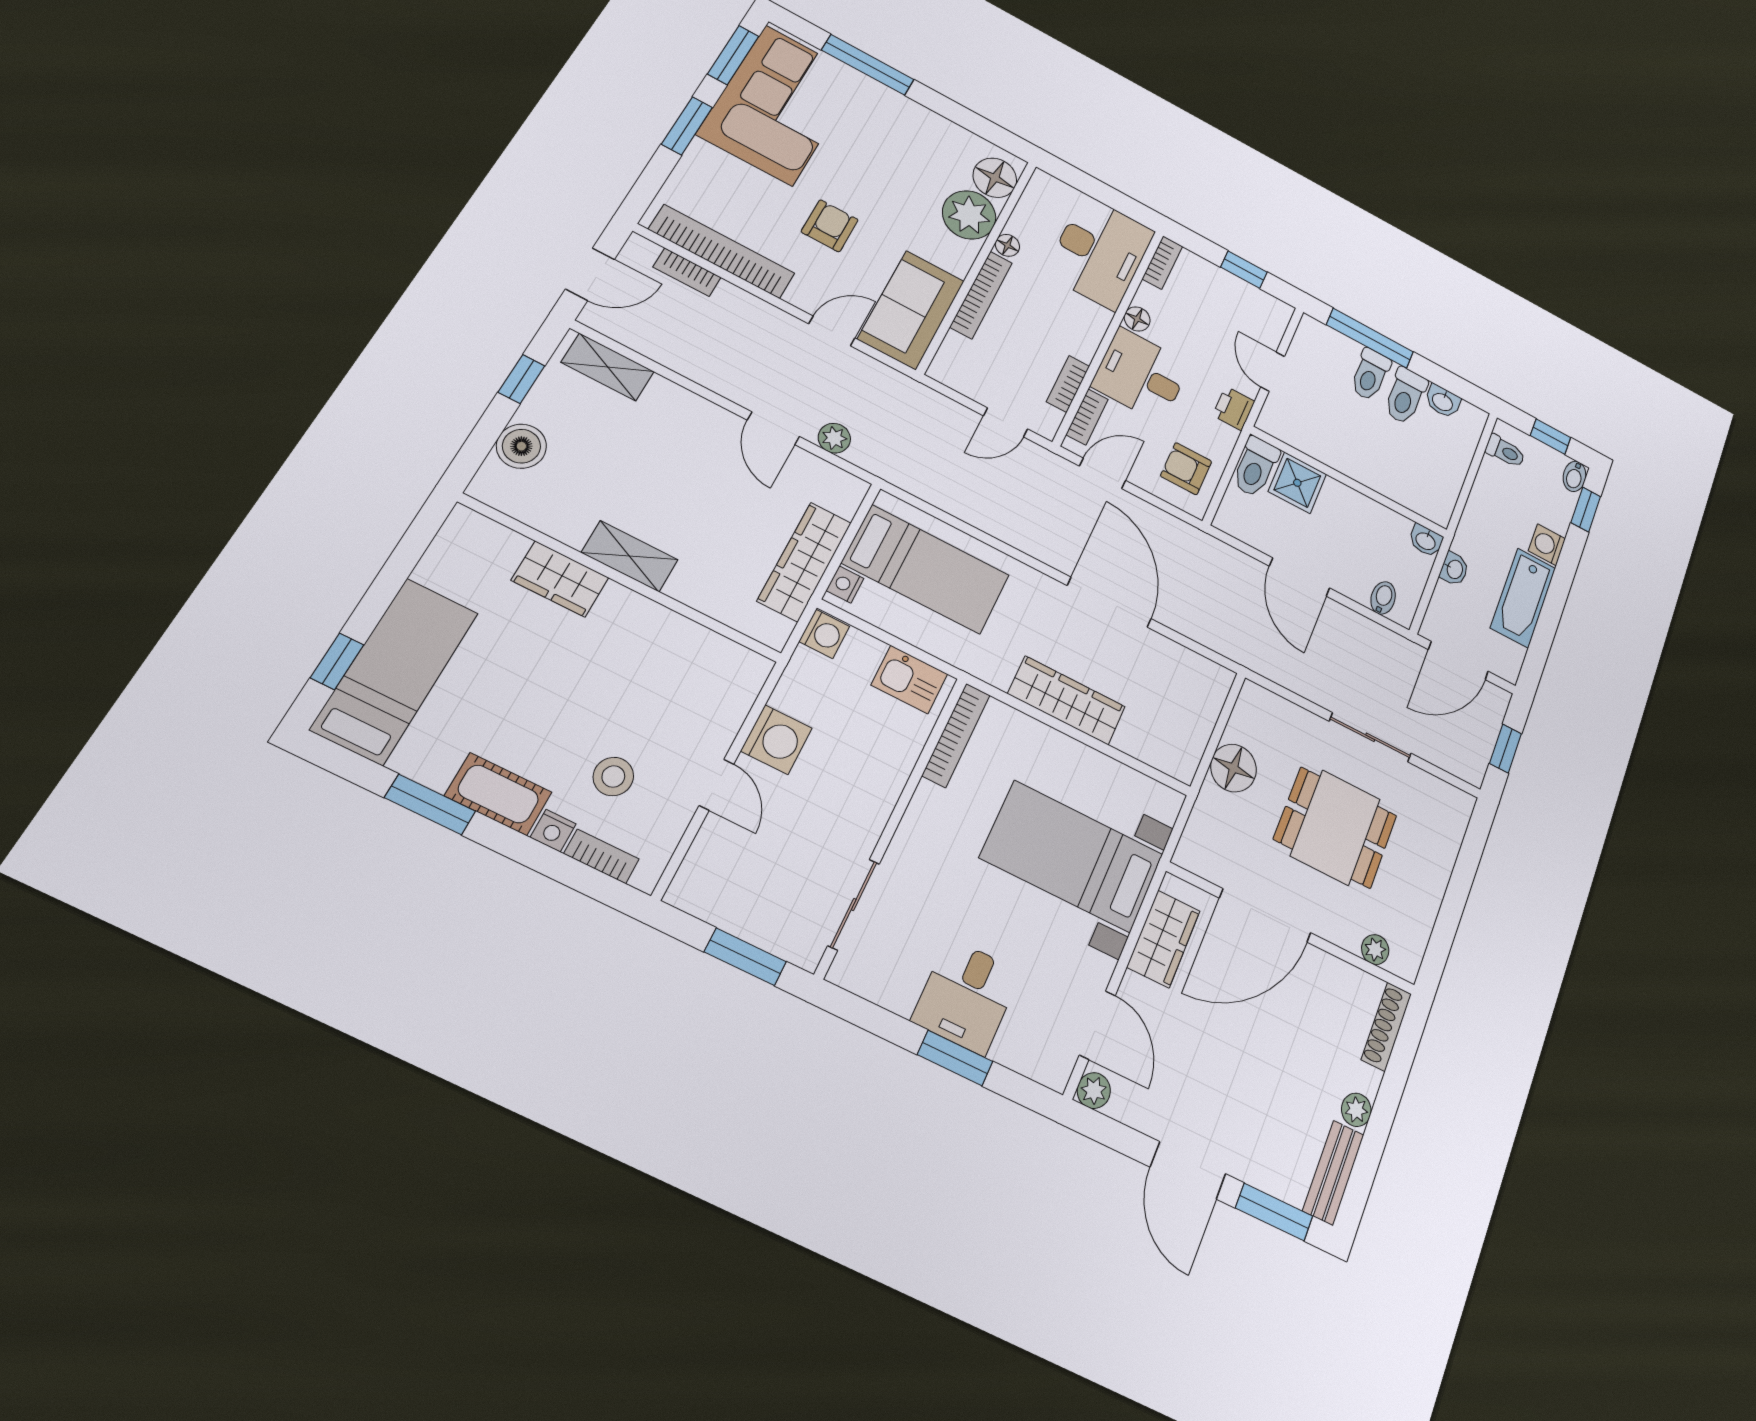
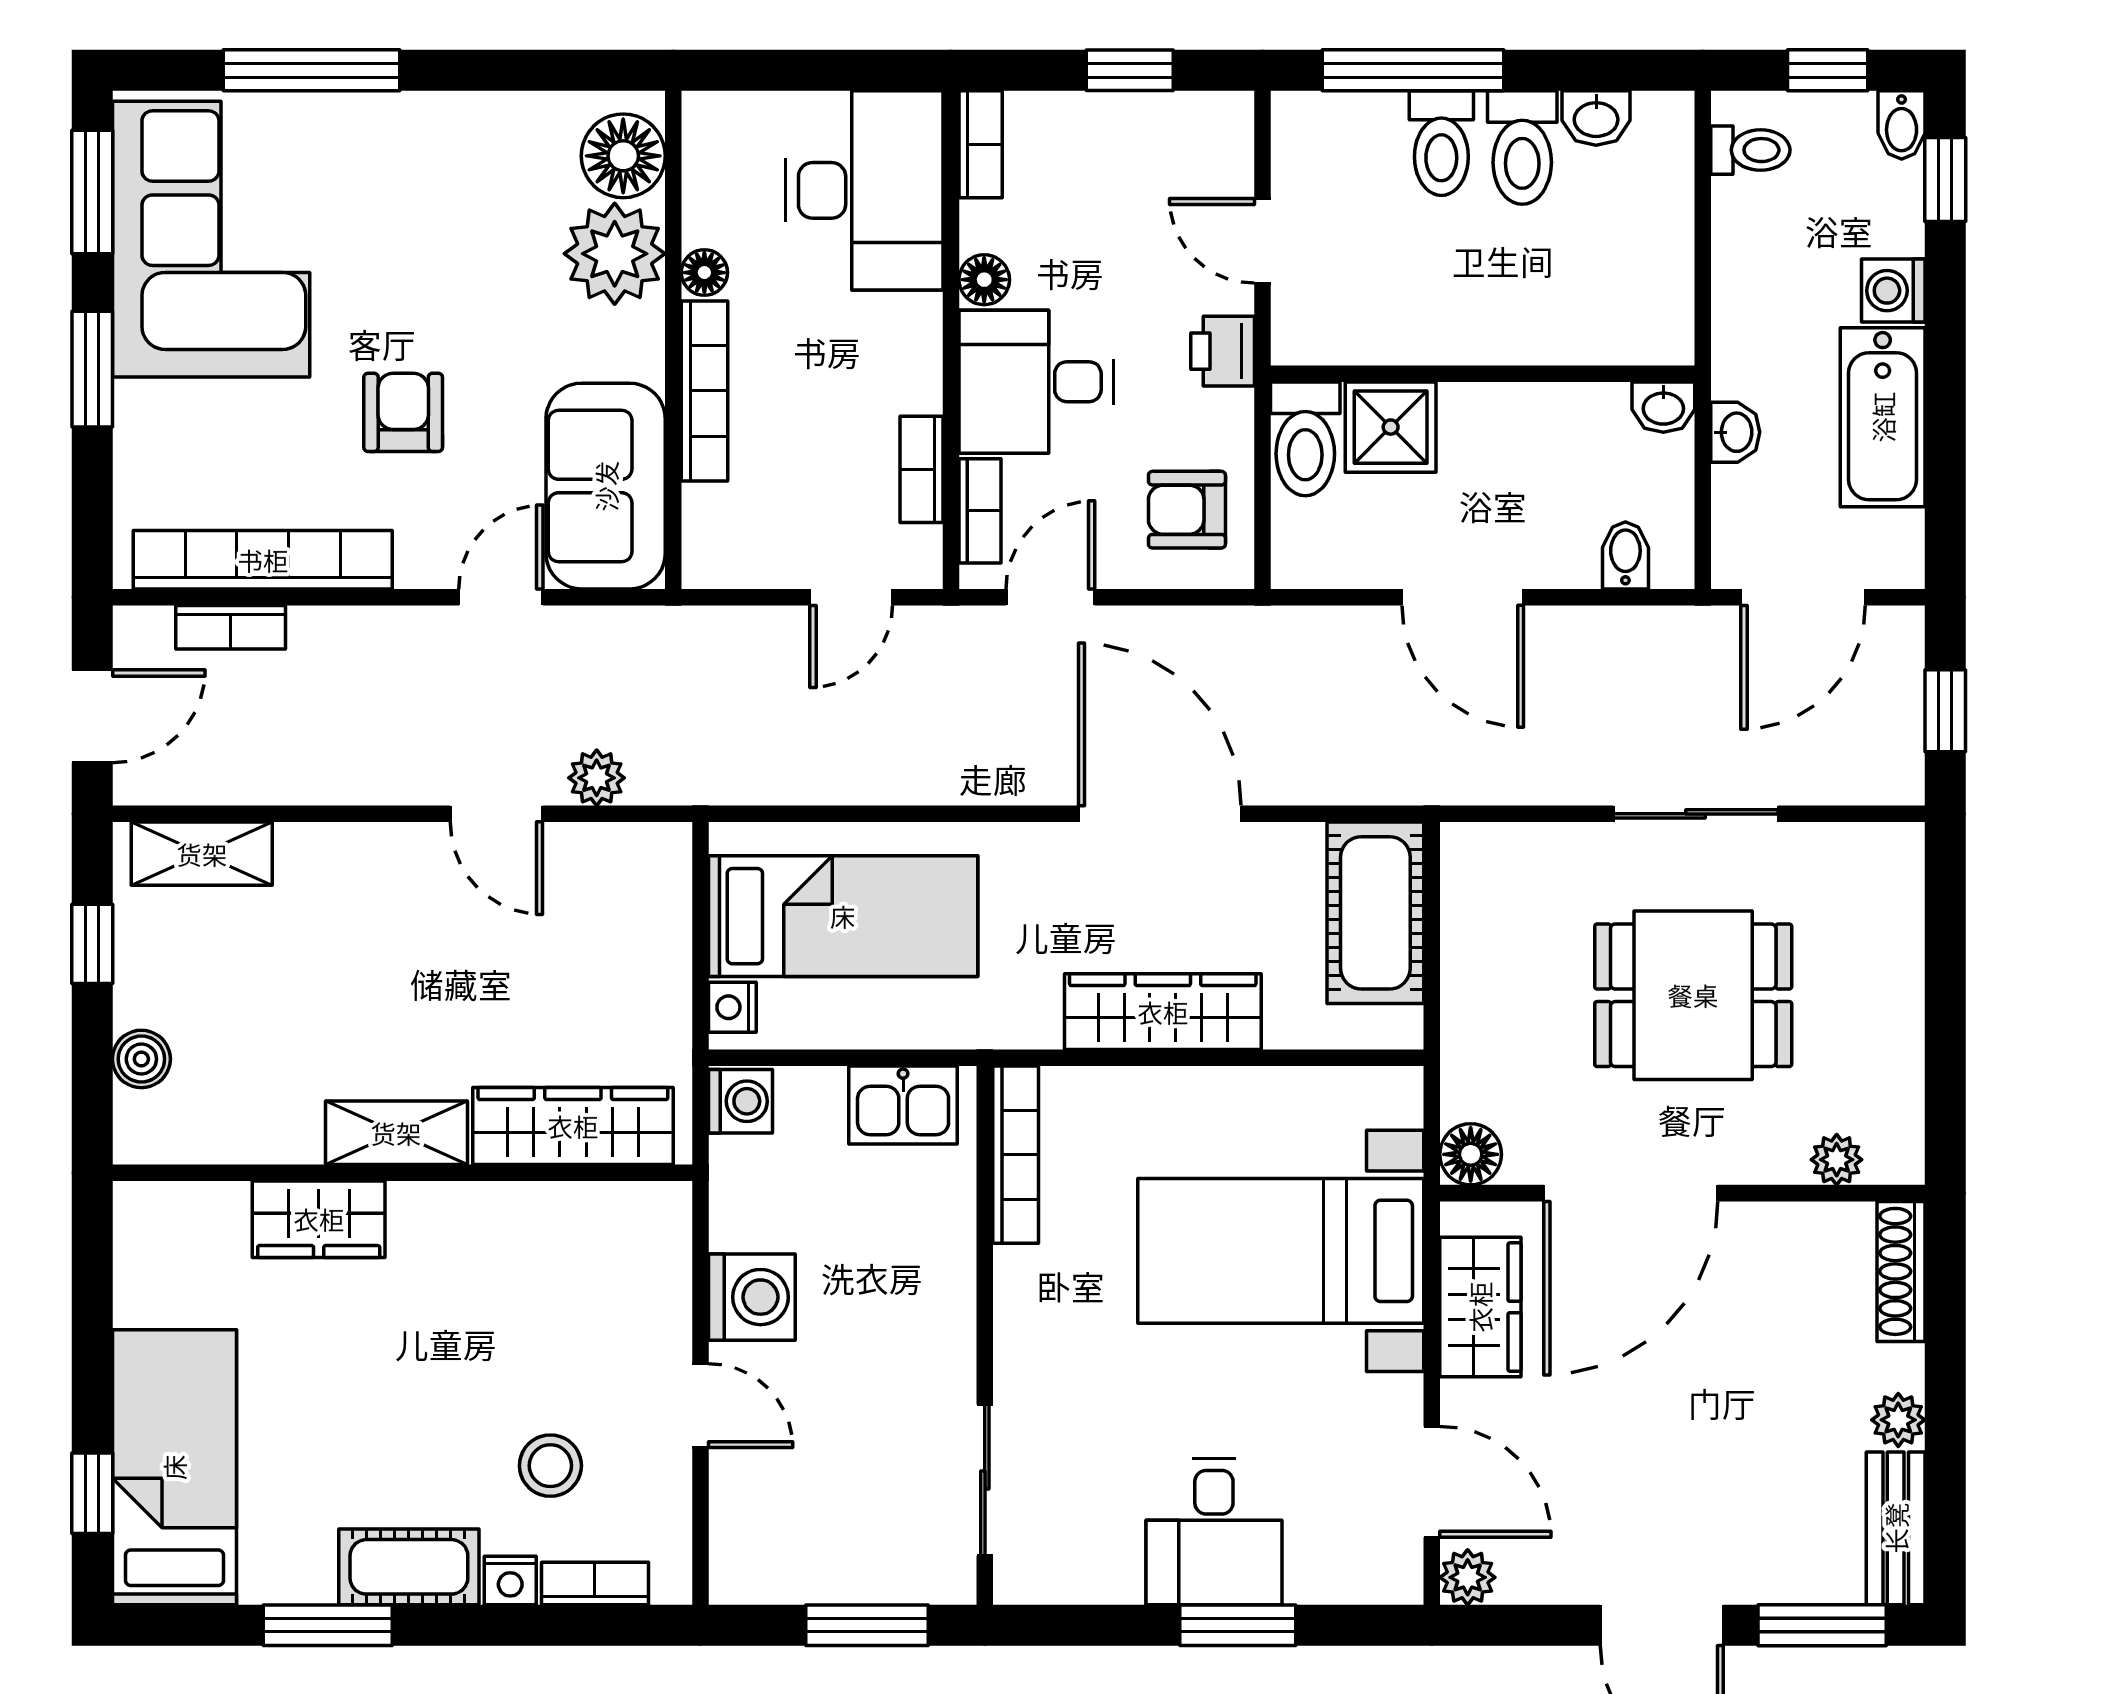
boiler: (521, 446) -> (141, 1059), width x0.73, depth x0.73
wardrobe: (804, 562) -> (573, 1126), moved, turned 90
cot: (1195, 706) -> (1375, 913), added
floor lamp: (1233, 768) -> (1471, 1154), moved, width x0.73, depth x0.73

